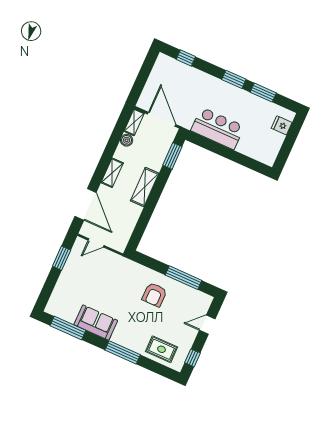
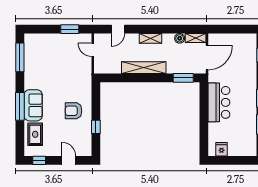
fridge: (282, 125) -> (222, 149), moved
shelving: (145, 187) -> (144, 68), width x1.47
door: (86, 204) -> (118, 29), width x0.53
window: (184, 278) -> (96, 127), width x0.46
sofa: (96, 323) -> (33, 105), moved

